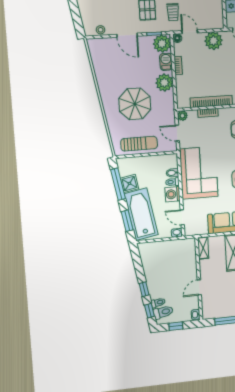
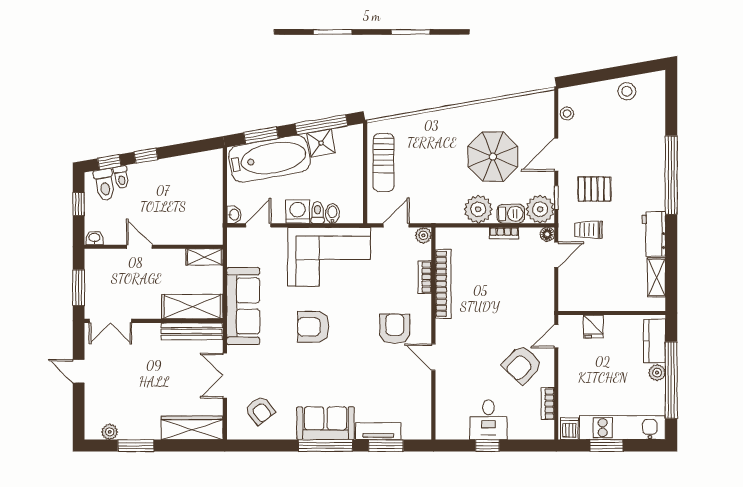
plant: (213, 41) -> (540, 293), removed
parasol: (135, 104) -> (493, 157), moved

